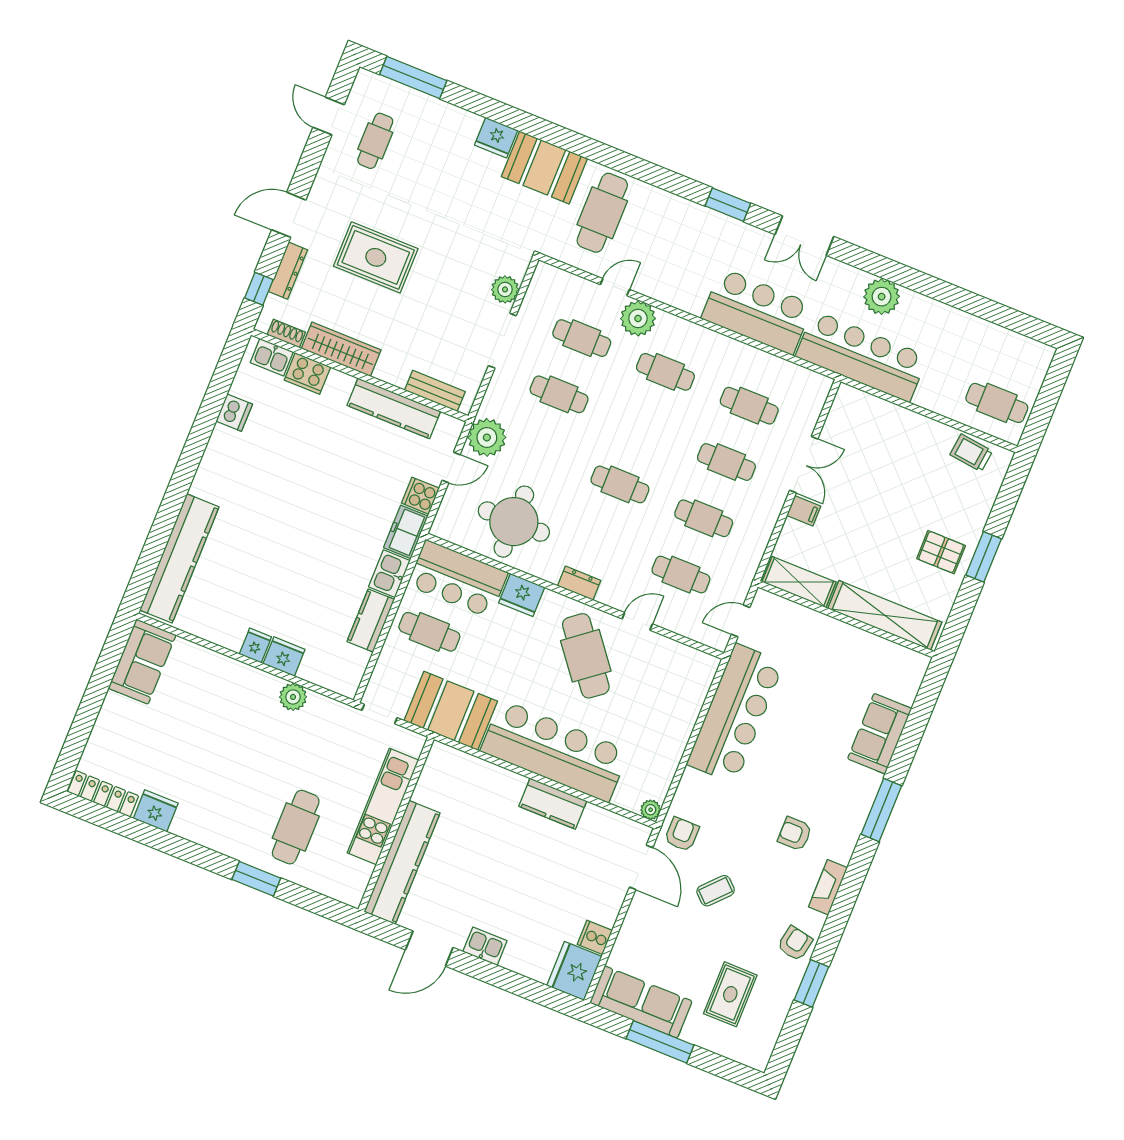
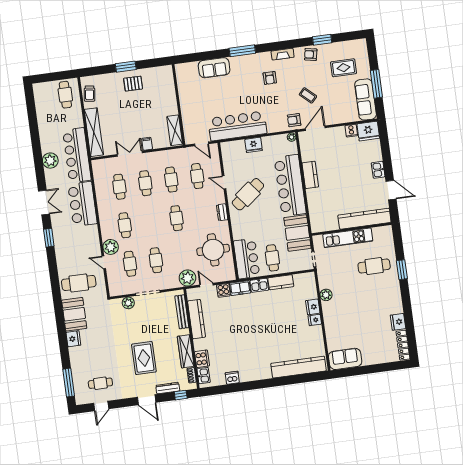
bench: (435, 391) -> (182, 312), width x1.36
pallet: (941, 552) -> (133, 84), turned 90
fridge: (522, 595) -> (254, 145), moved, turned 90
shelving: (885, 615) -> (94, 132), moved

